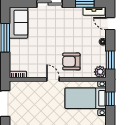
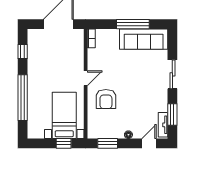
sofa: (18, 23) -> (144, 39), width x1.36
armchair: (71, 61) -> (106, 99), turned 180
plant: (100, 72) -> (94, 132), removed

